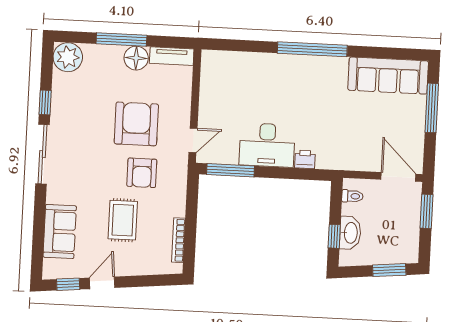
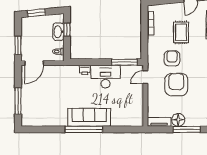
sofa: (388, 76) -> (89, 117), moved
armchair: (136, 124) -> (176, 84), turned 180
door: (398, 177) -> (34, 63), hinge flipped

